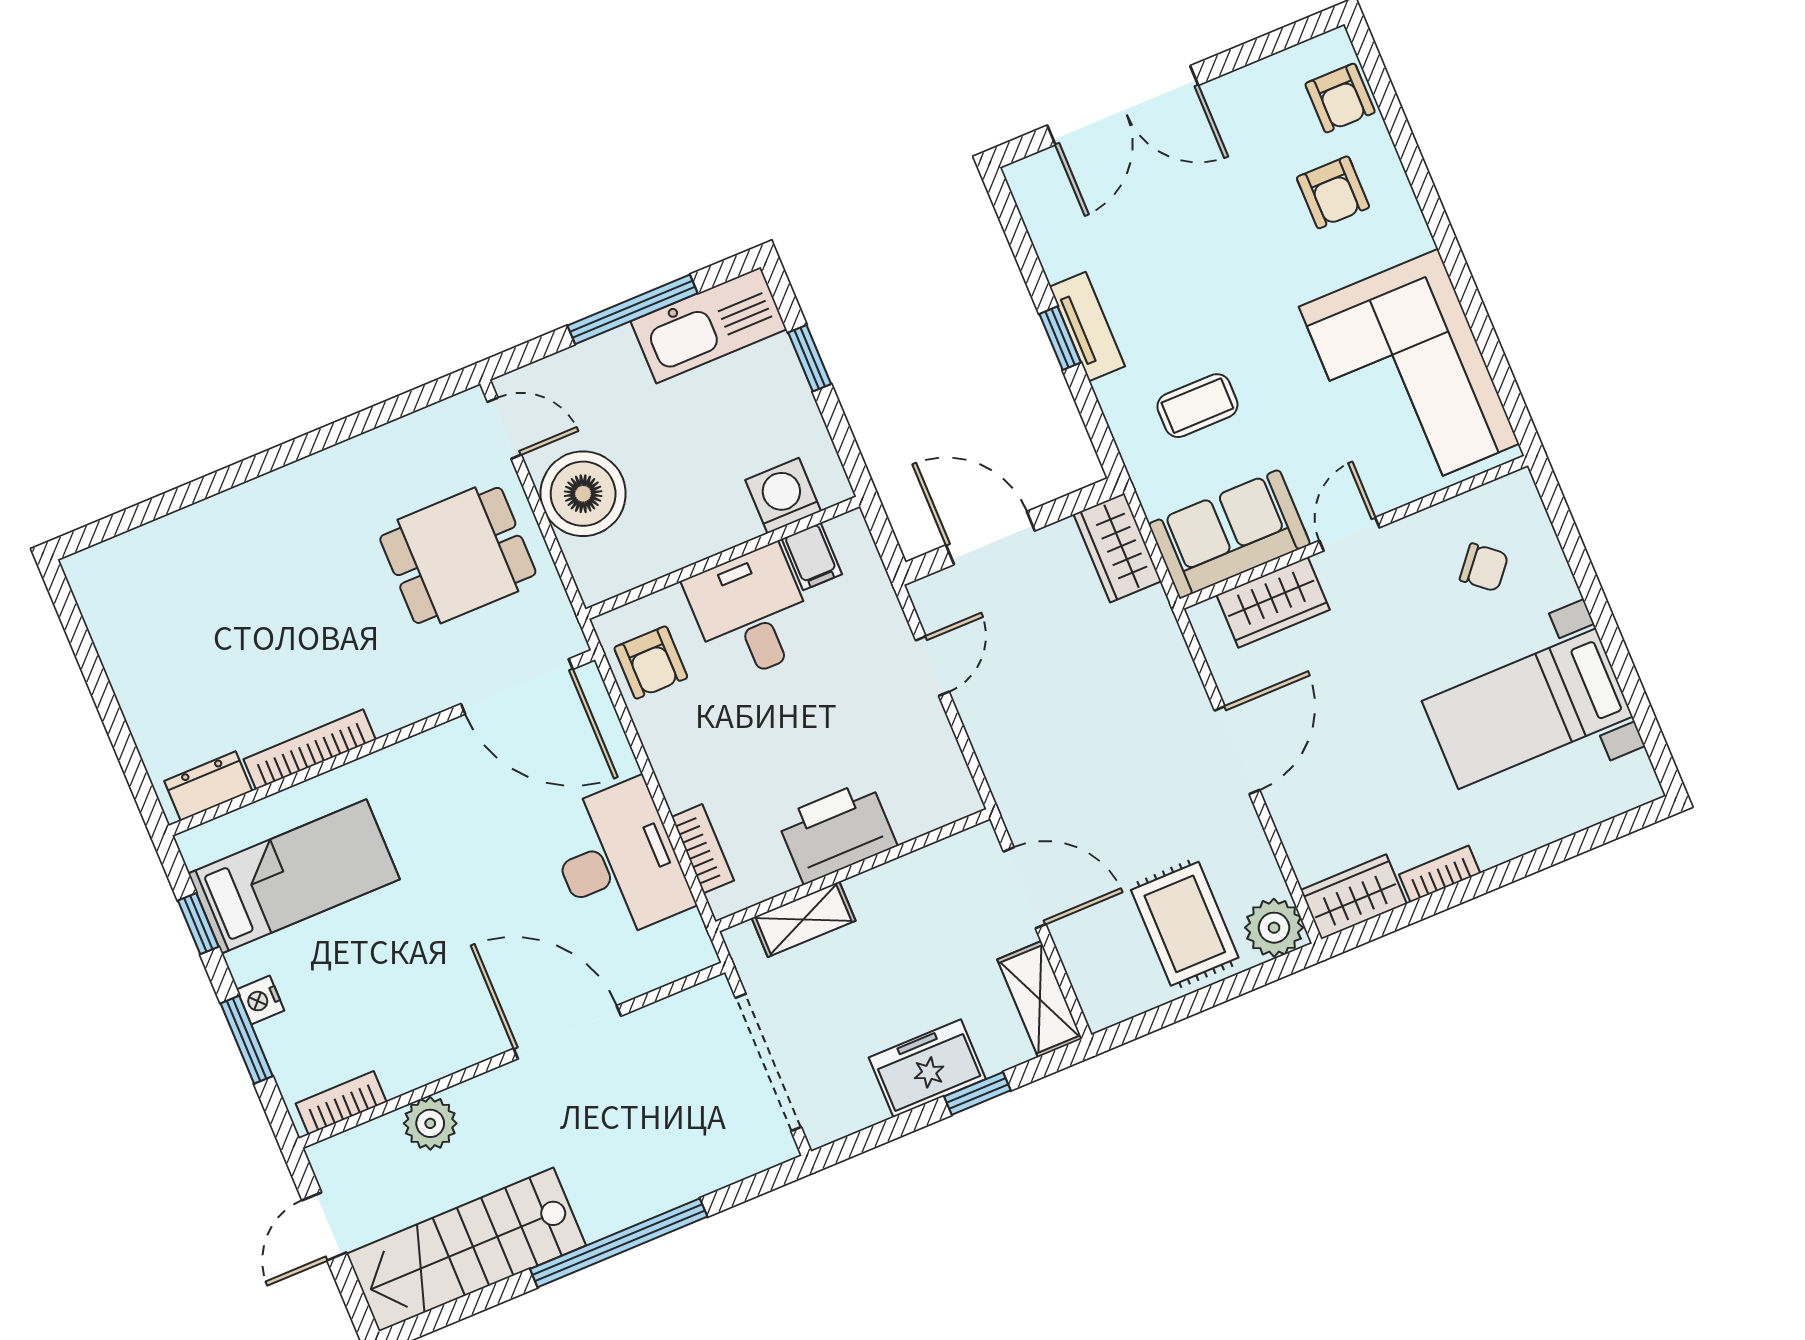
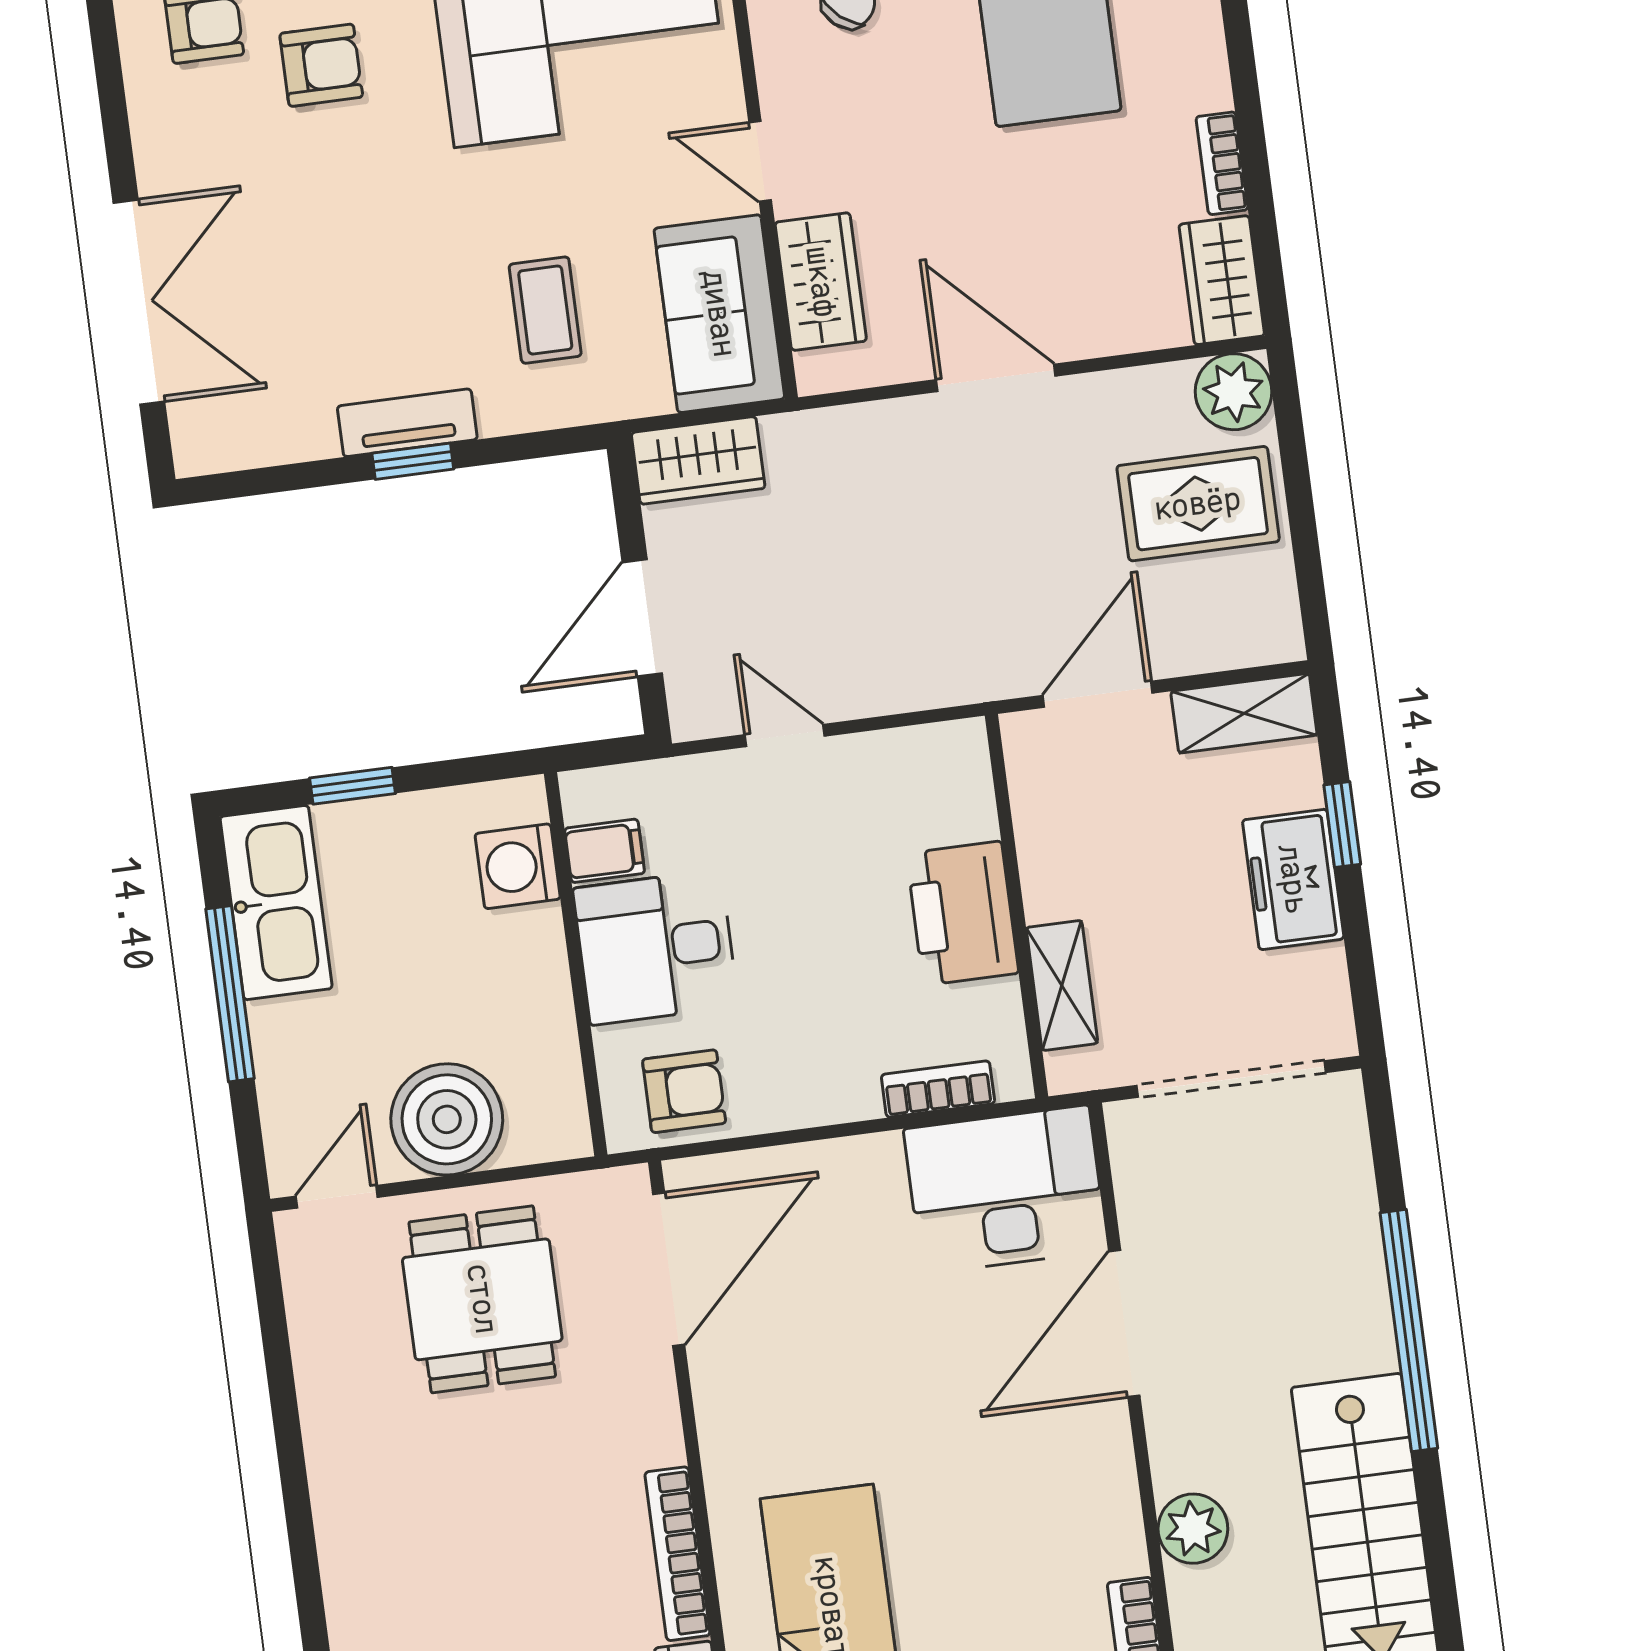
desk: (618, 861) -> (1006, 1190), moved

